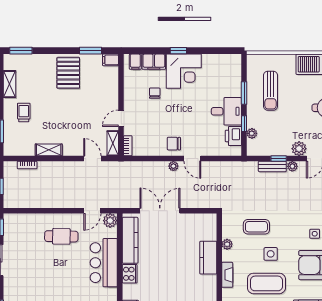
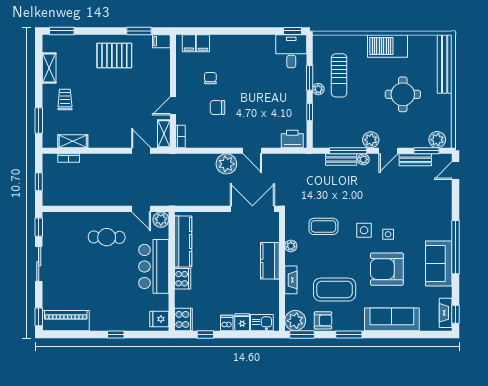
window: (178, 51) -> (293, 31), moved
filing cabinet: (154, 62) -> (203, 43), width x0.50
corner desk: (184, 71) -> (243, 54), removed
pallet: (68, 73) -> (114, 56), turned 90
desk: (226, 111) -> (291, 51), moved, turned -90
plant: (252, 133) -> (318, 89), moved
printer: (233, 136) -> (292, 139), moved, turned 90
chair: (174, 144) -> (217, 108), moved
shelving: (49, 150) -> (73, 141), moved
window: (279, 159) -> (348, 151), width x2.17
plant: (173, 166) -> (226, 164), width x1.88, depth x1.88
door: (92, 211) -> (141, 209), hinge flipped
double door: (160, 211) -> (252, 209), moved
side table: (271, 254) -> (364, 230), moved

